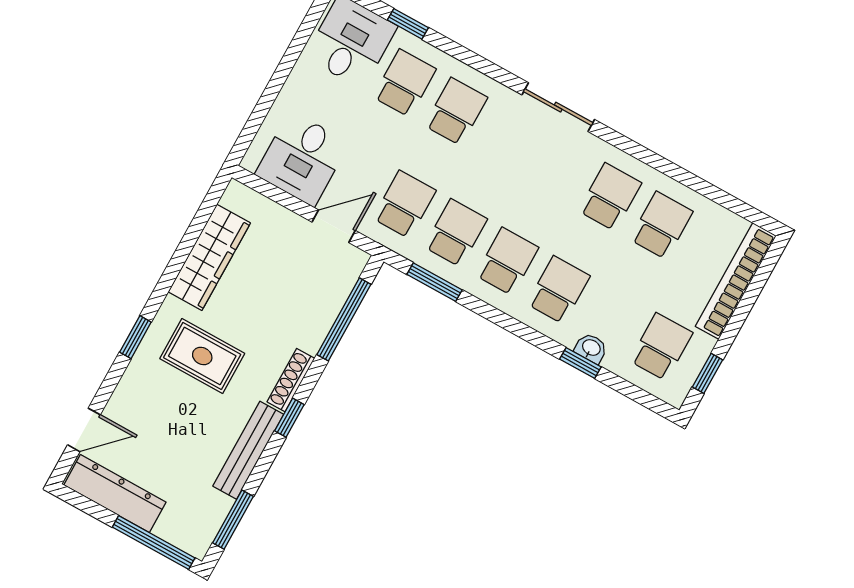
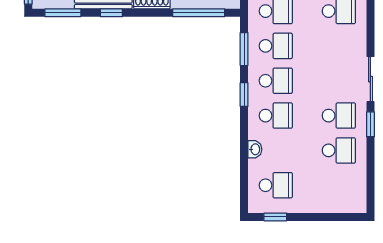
sliding door: (558, 107) -> (370, 79), moved
window: (649, 157) -> (370, 124), added
bookcase: (736, 281) -> (331, 205), removed
window: (580, 363) -> (244, 95), moved
window: (289, 418) -> (111, 13), moved

